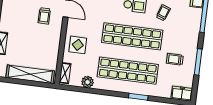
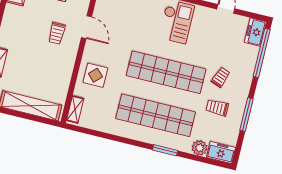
trolley: (163, 13) -> (221, 77), moved
plant: (88, 82) -> (200, 148), moved

